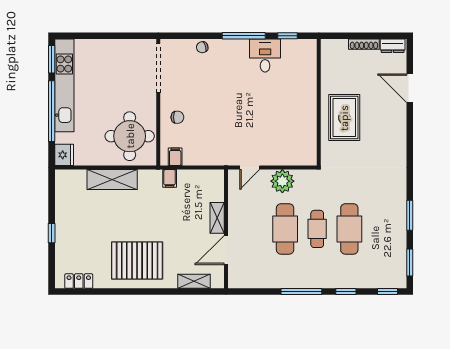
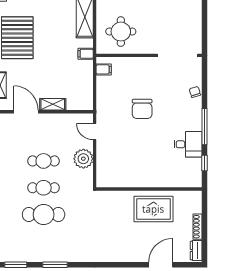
chair: (177, 117) -> (142, 109), moved, width x1.87, depth x1.87
rug: (344, 118) -> (153, 209), moved
round table: (130, 136) -> (121, 32), width x0.73, depth x0.73
filing cabinet: (170, 178) -> (86, 54), moved
cafe table: (285, 229) -> (44, 161), width x0.73, depth x0.74

